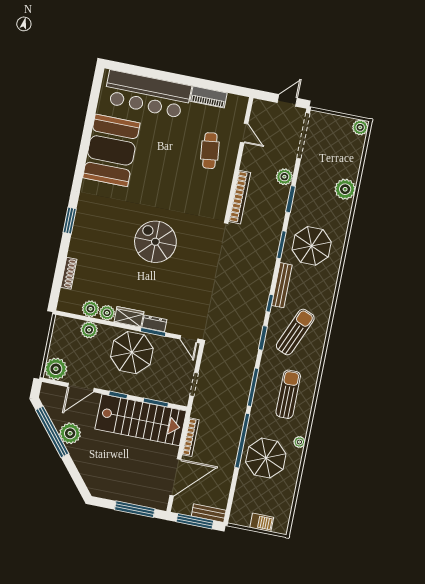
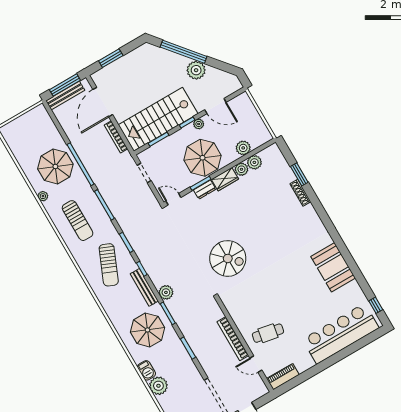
window: (95, 92) -> (376, 305), added
piano: (209, 97) -> (283, 377), moved
booth: (111, 150) -> (333, 267), width x0.73, depth x0.70
cafe table: (210, 151) -> (268, 333), turned -72
plant: (284, 177) -> (166, 292), moved
bookcase: (240, 197) -> (233, 339), moved
window: (70, 221) -> (299, 174), moved
spiral stairs: (155, 242) -> (228, 258), moved
shoe rack: (69, 273) -> (300, 193), moved
plant: (56, 369) -> (199, 124), moved, width x0.53, depth x0.53
door: (81, 387) -> (215, 106), swing flipped
window: (52, 432) -> (184, 52), moved
window: (135, 509) -> (111, 58), width x0.69
bench: (209, 513) -> (65, 96), width x1.36
barbecue: (262, 522) -> (147, 370), moved, turned -90

